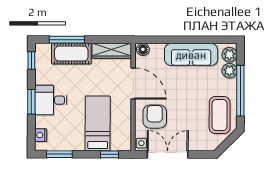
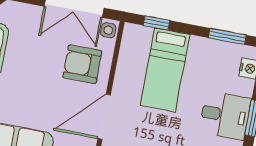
door: (133, 84) -> (104, 117), hinge flipped
armchair: (155, 117) -> (82, 64), turned 90

